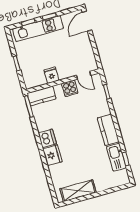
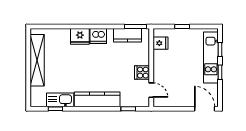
fridge: (51, 75) -> (160, 43), moved
door: (84, 75) -> (151, 90), swing flipped
kitchen counter: (42, 96) -> (128, 35), moved, turned -90
kitchen counter: (108, 130) -> (97, 99), width x1.50
shelving: (78, 191) -> (37, 60), width x1.47

